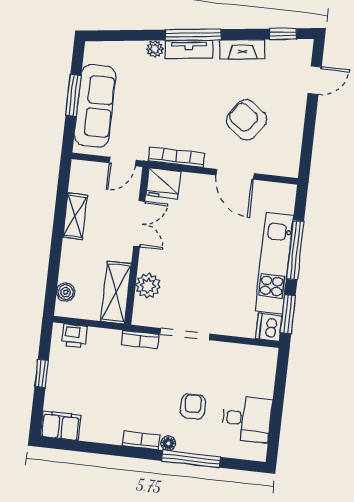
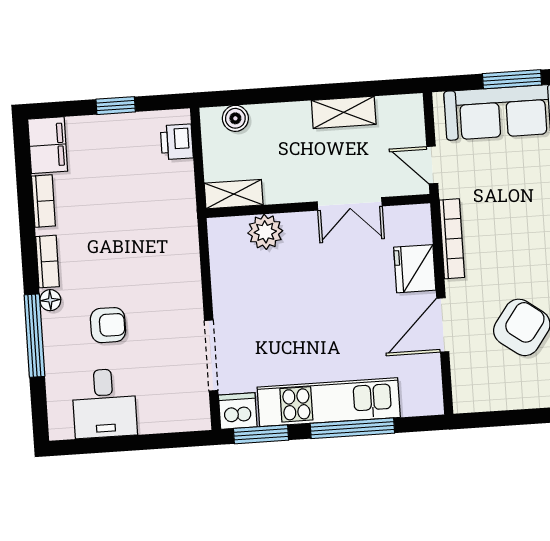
fridge: (163, 183) -> (415, 269), moved
shelving: (116, 293) -> (234, 194), width x0.67, depth x0.75
doorway: (185, 334) -> (211, 355), moved
bookcase: (140, 340) -> (43, 201), moved, turned 180

